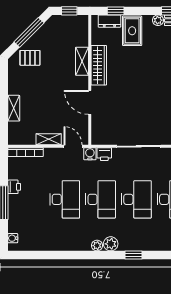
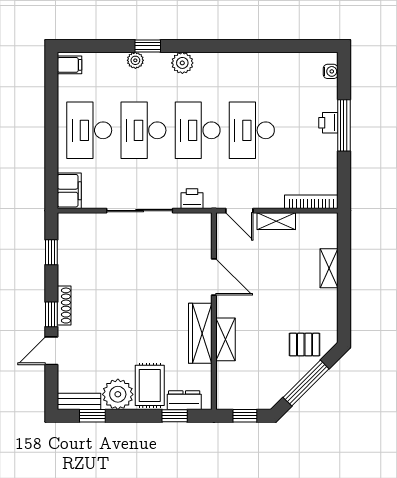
plant: (158, 20) -> (118, 394), width x1.88, depth x1.88
water cooler: (90, 154) -> (214, 199), removed
printer: (14, 187) -> (328, 123), moved
plant: (97, 246) -> (135, 60), moved

